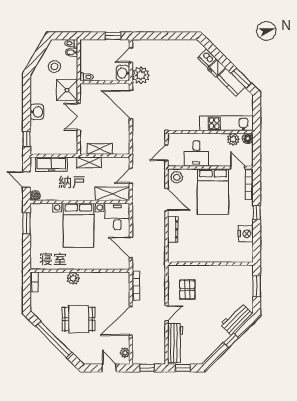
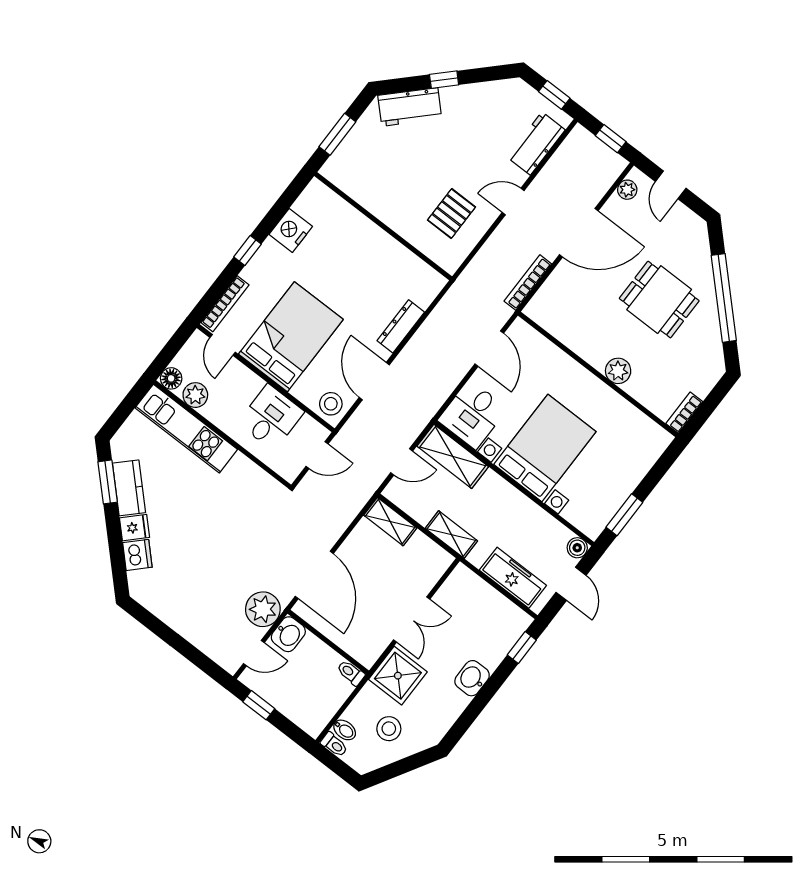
shelving: (100, 149) -> (390, 522), moved
workbench: (175, 343) -> (536, 143), width x0.73

